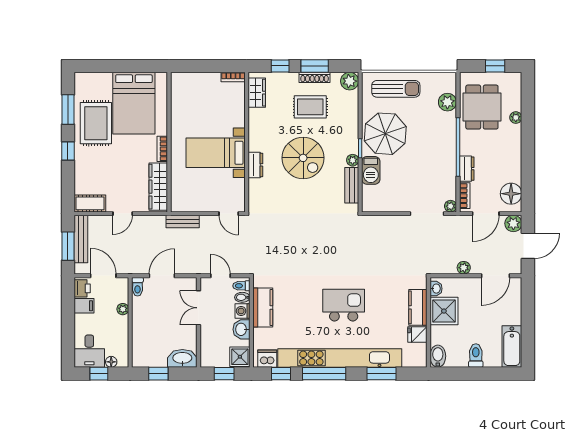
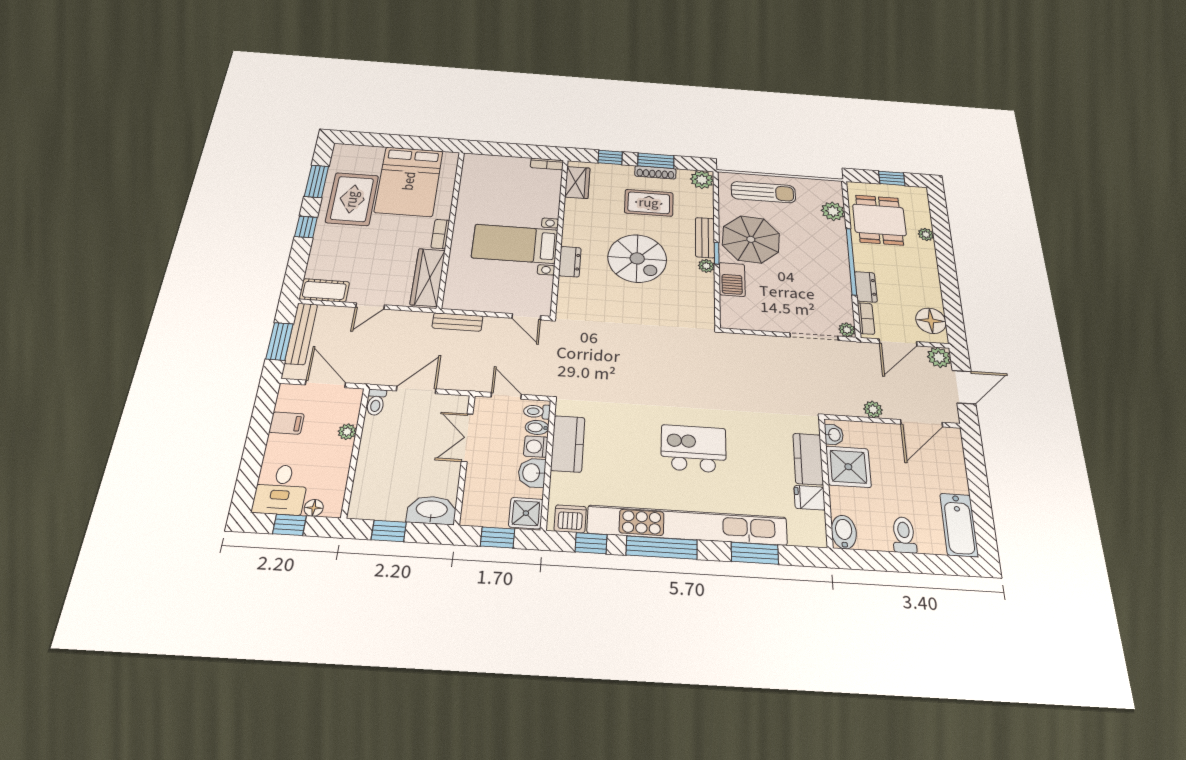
bench: (352, 185) -> (705, 238), moved
printer: (82, 288) -> (289, 399), removed

